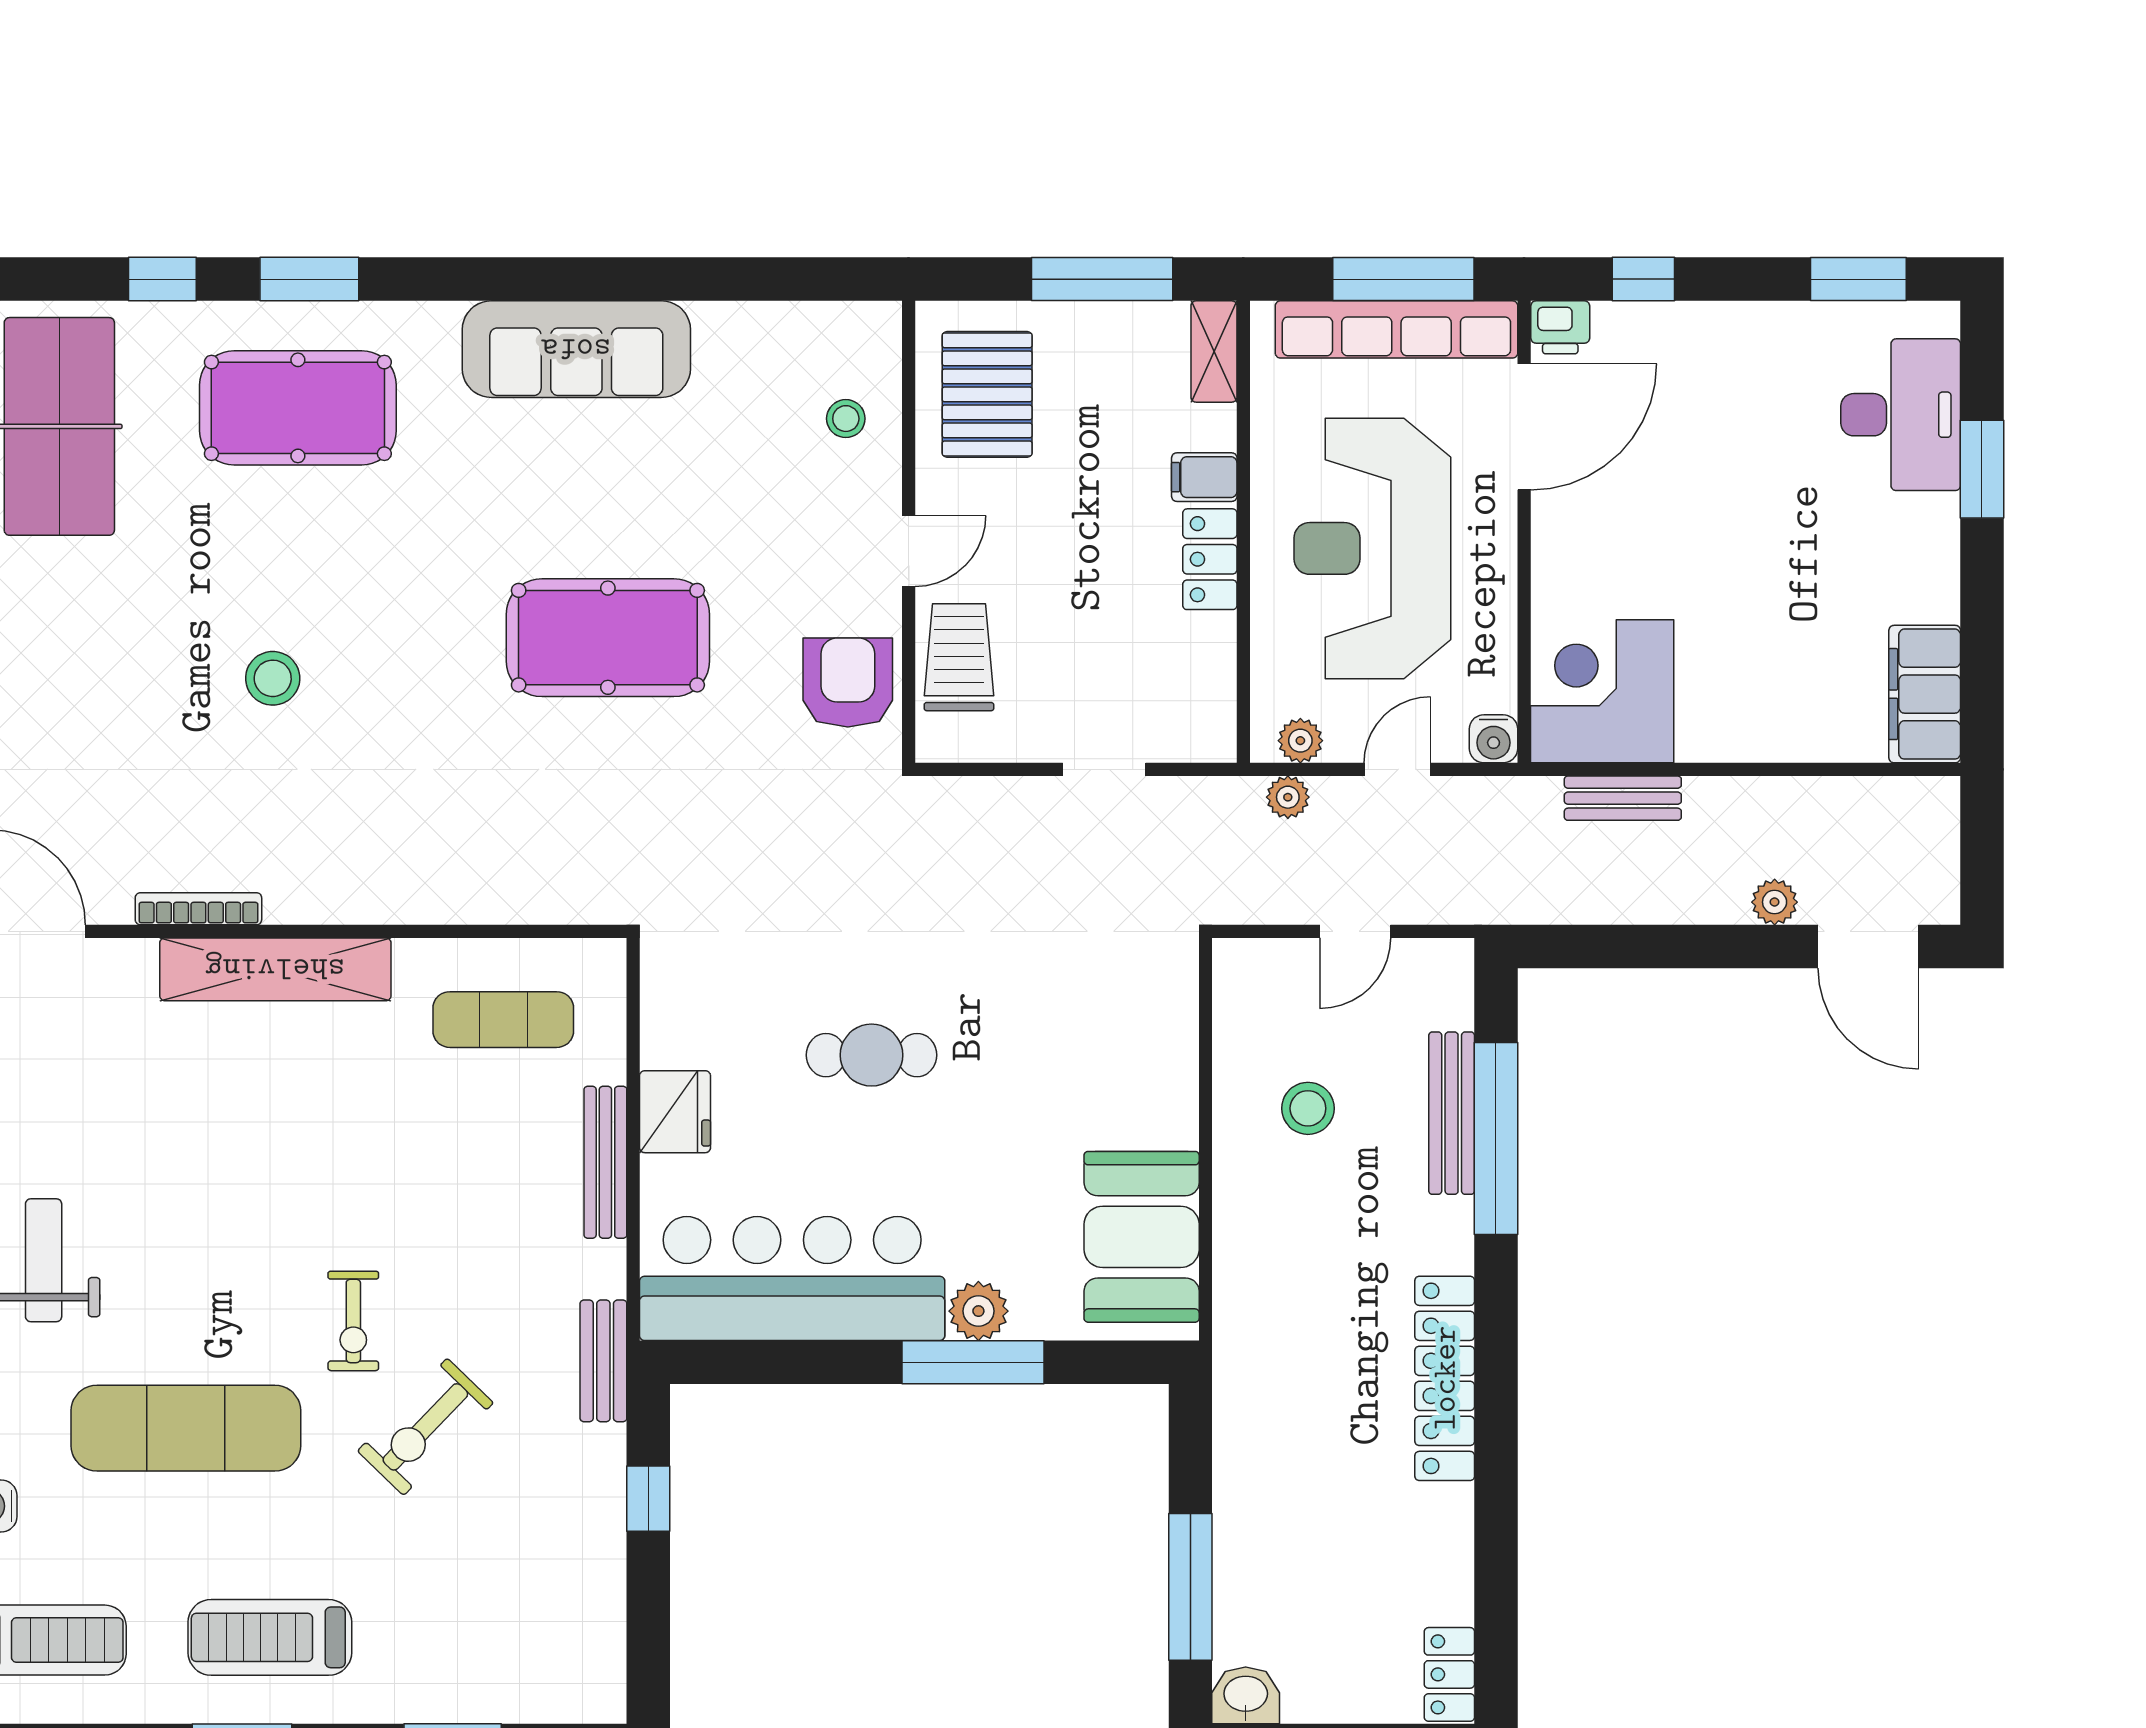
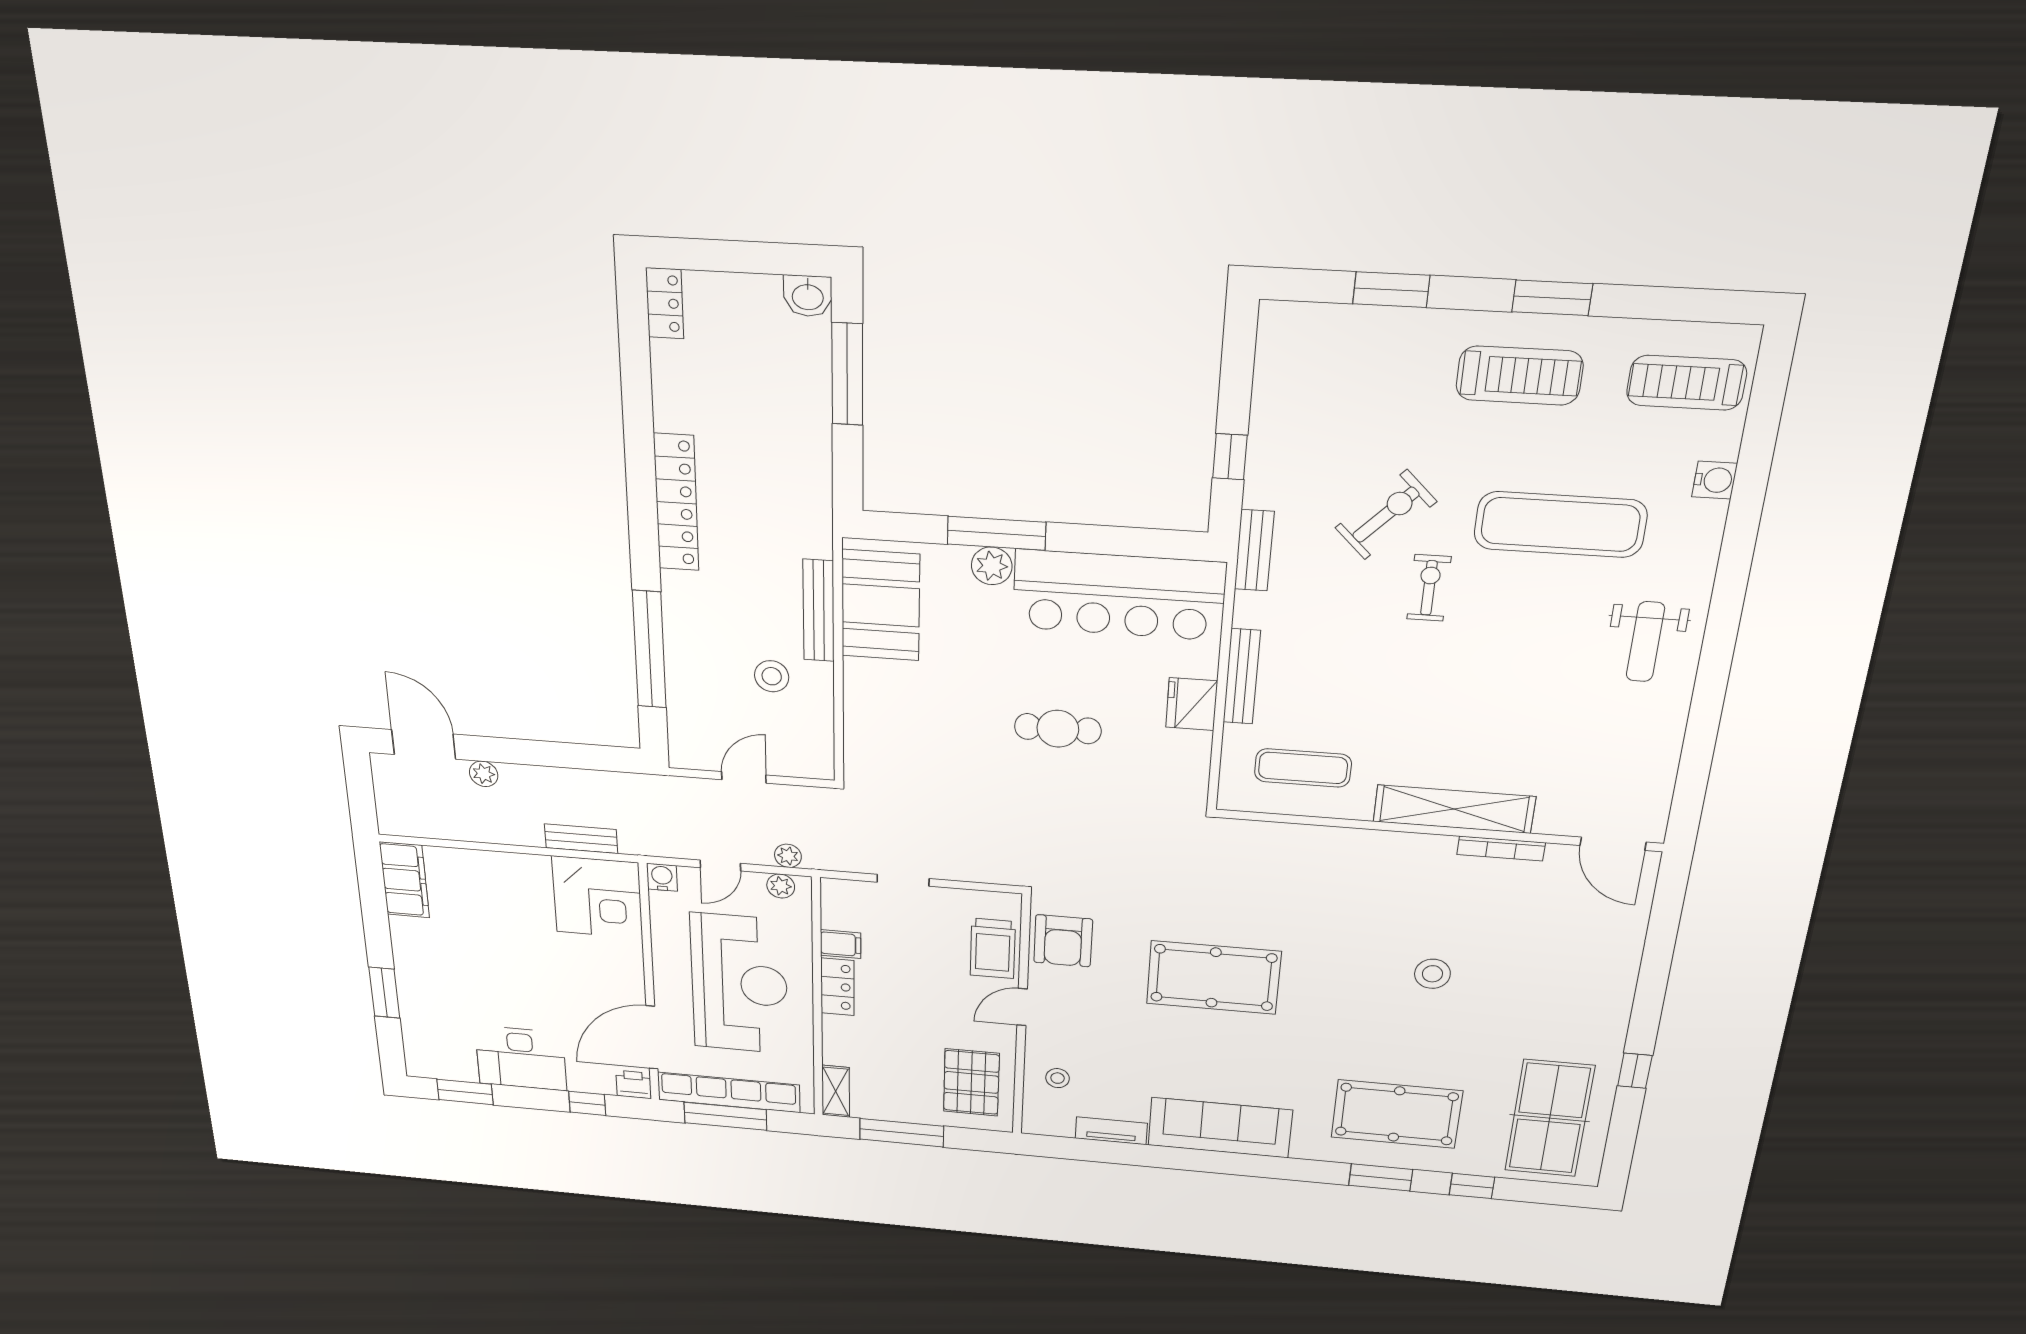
tv unit: (753, 323) -> (1111, 1131), added
desk: (1901, 415) -> (521, 1058), moved, turned -90
filing cabinet: (1204, 477) -> (841, 944), moved
bench: (1452, 1113) -> (819, 611), moved

